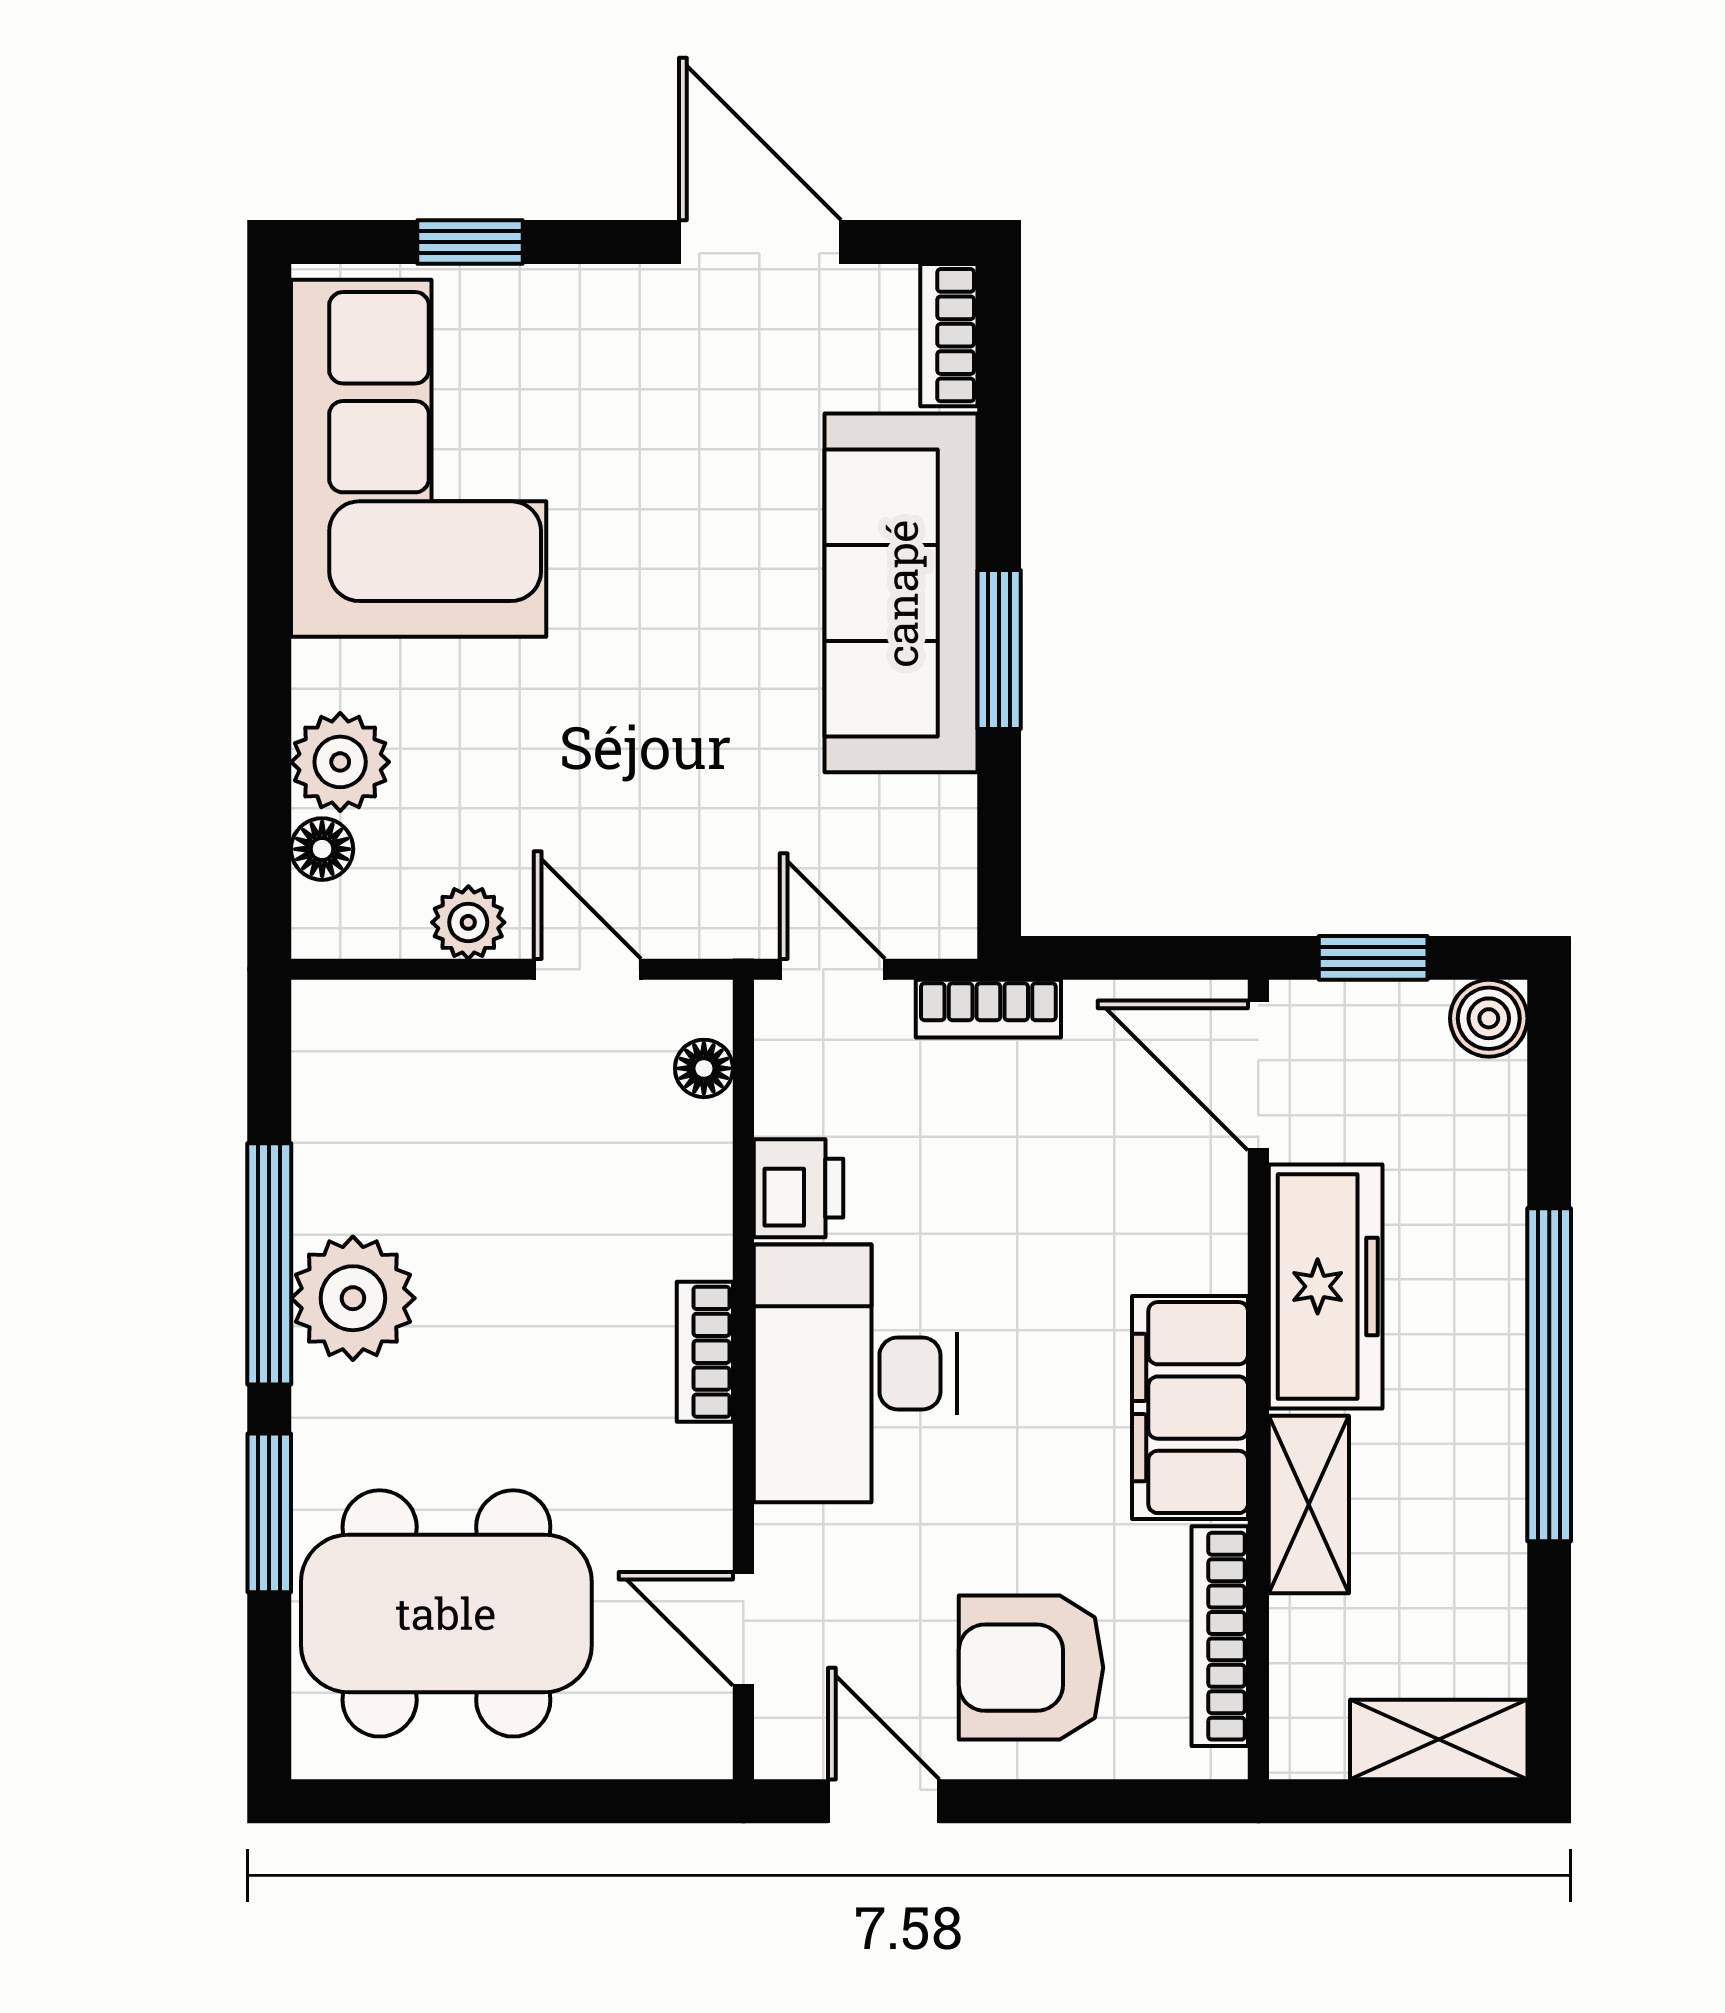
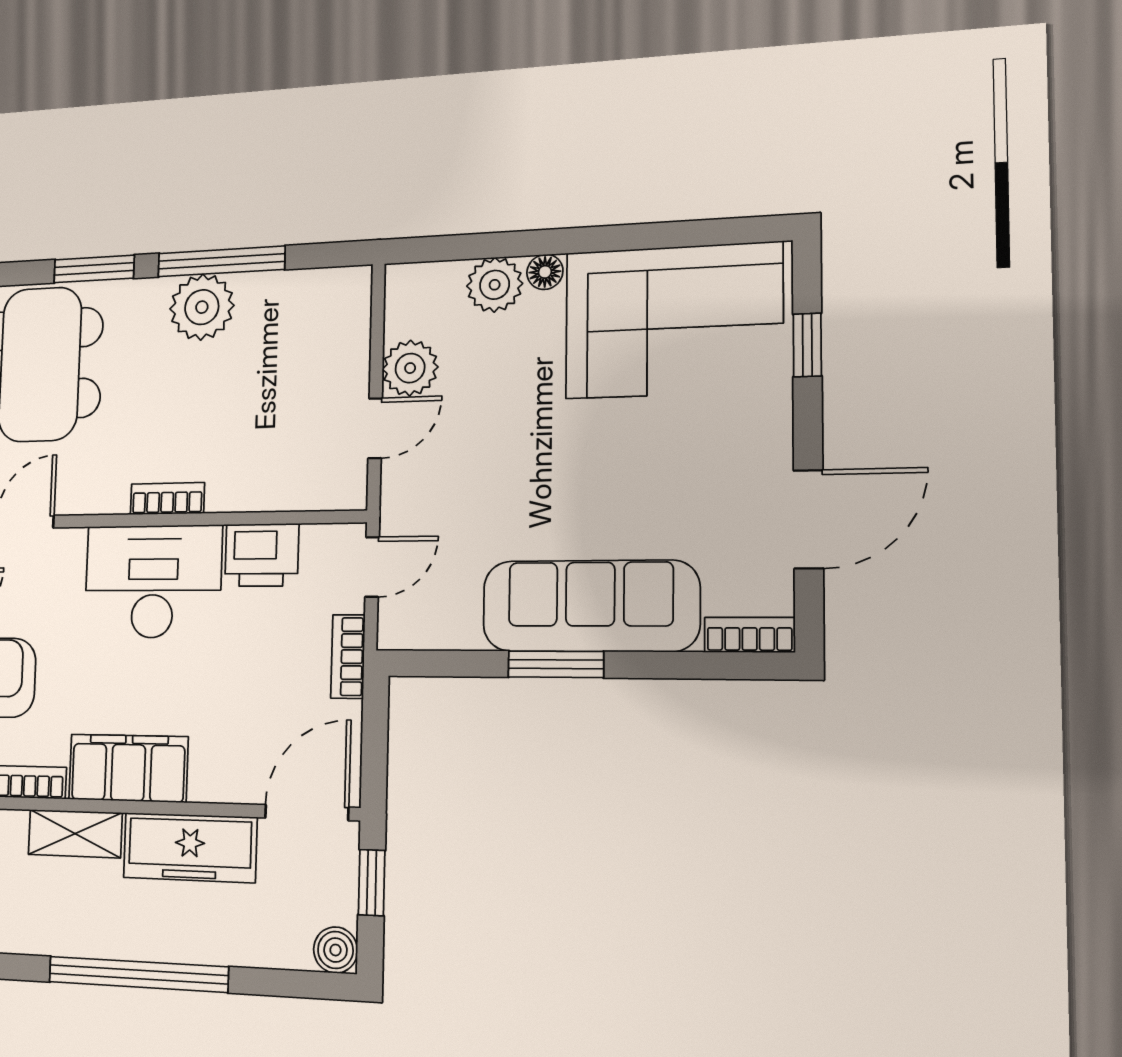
floor lamp: (322, 849) -> (545, 272), moved
plant: (468, 922) -> (410, 368), width x1.38, depth x1.38
floor lamp: (704, 1068) -> (319, 495), removed
printer: (799, 1188) -> (262, 555), width x1.36, depth x1.24

